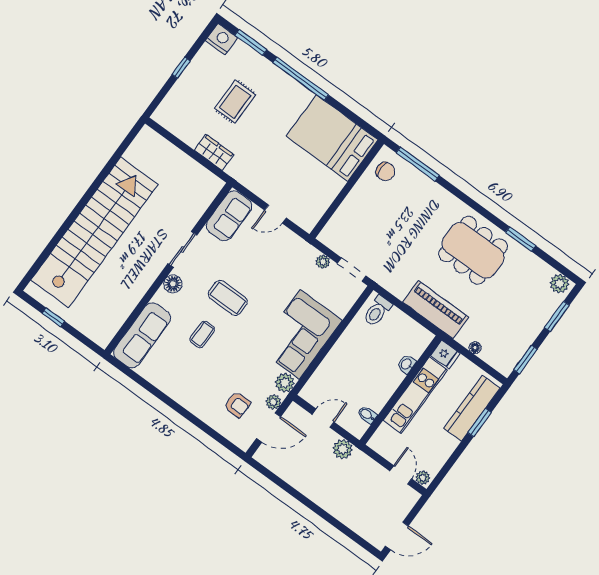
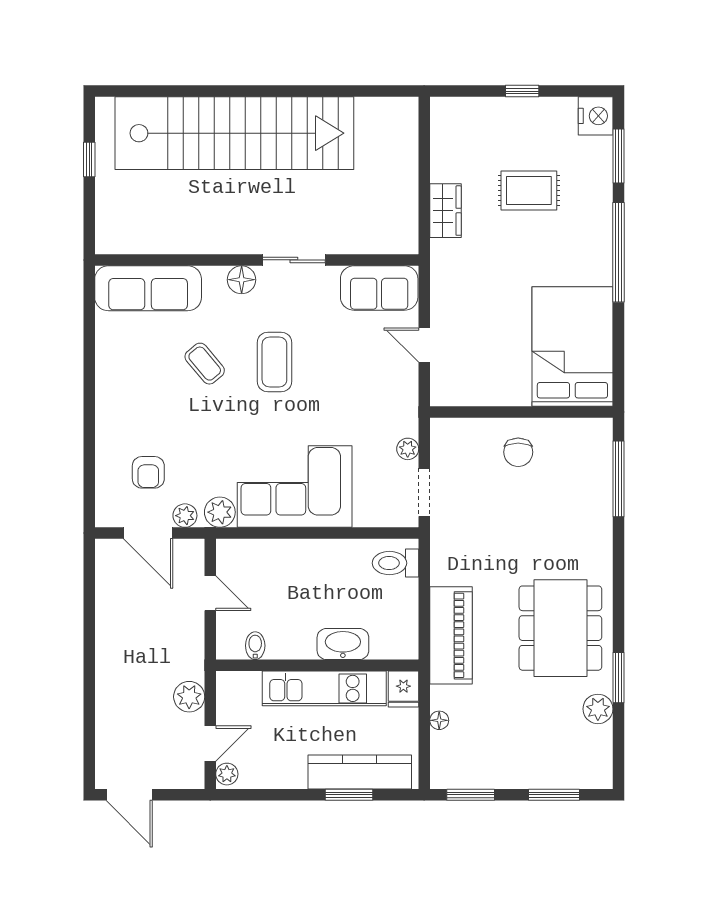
chair: (386, 172) -> (518, 452), moved
plant: (559, 284) -> (598, 709), moved
coffee table: (202, 334) -> (205, 364), turned 50
washbasin: (406, 364) -> (343, 644), width x1.91, depth x1.45
plant: (343, 449) -> (189, 697), moved

